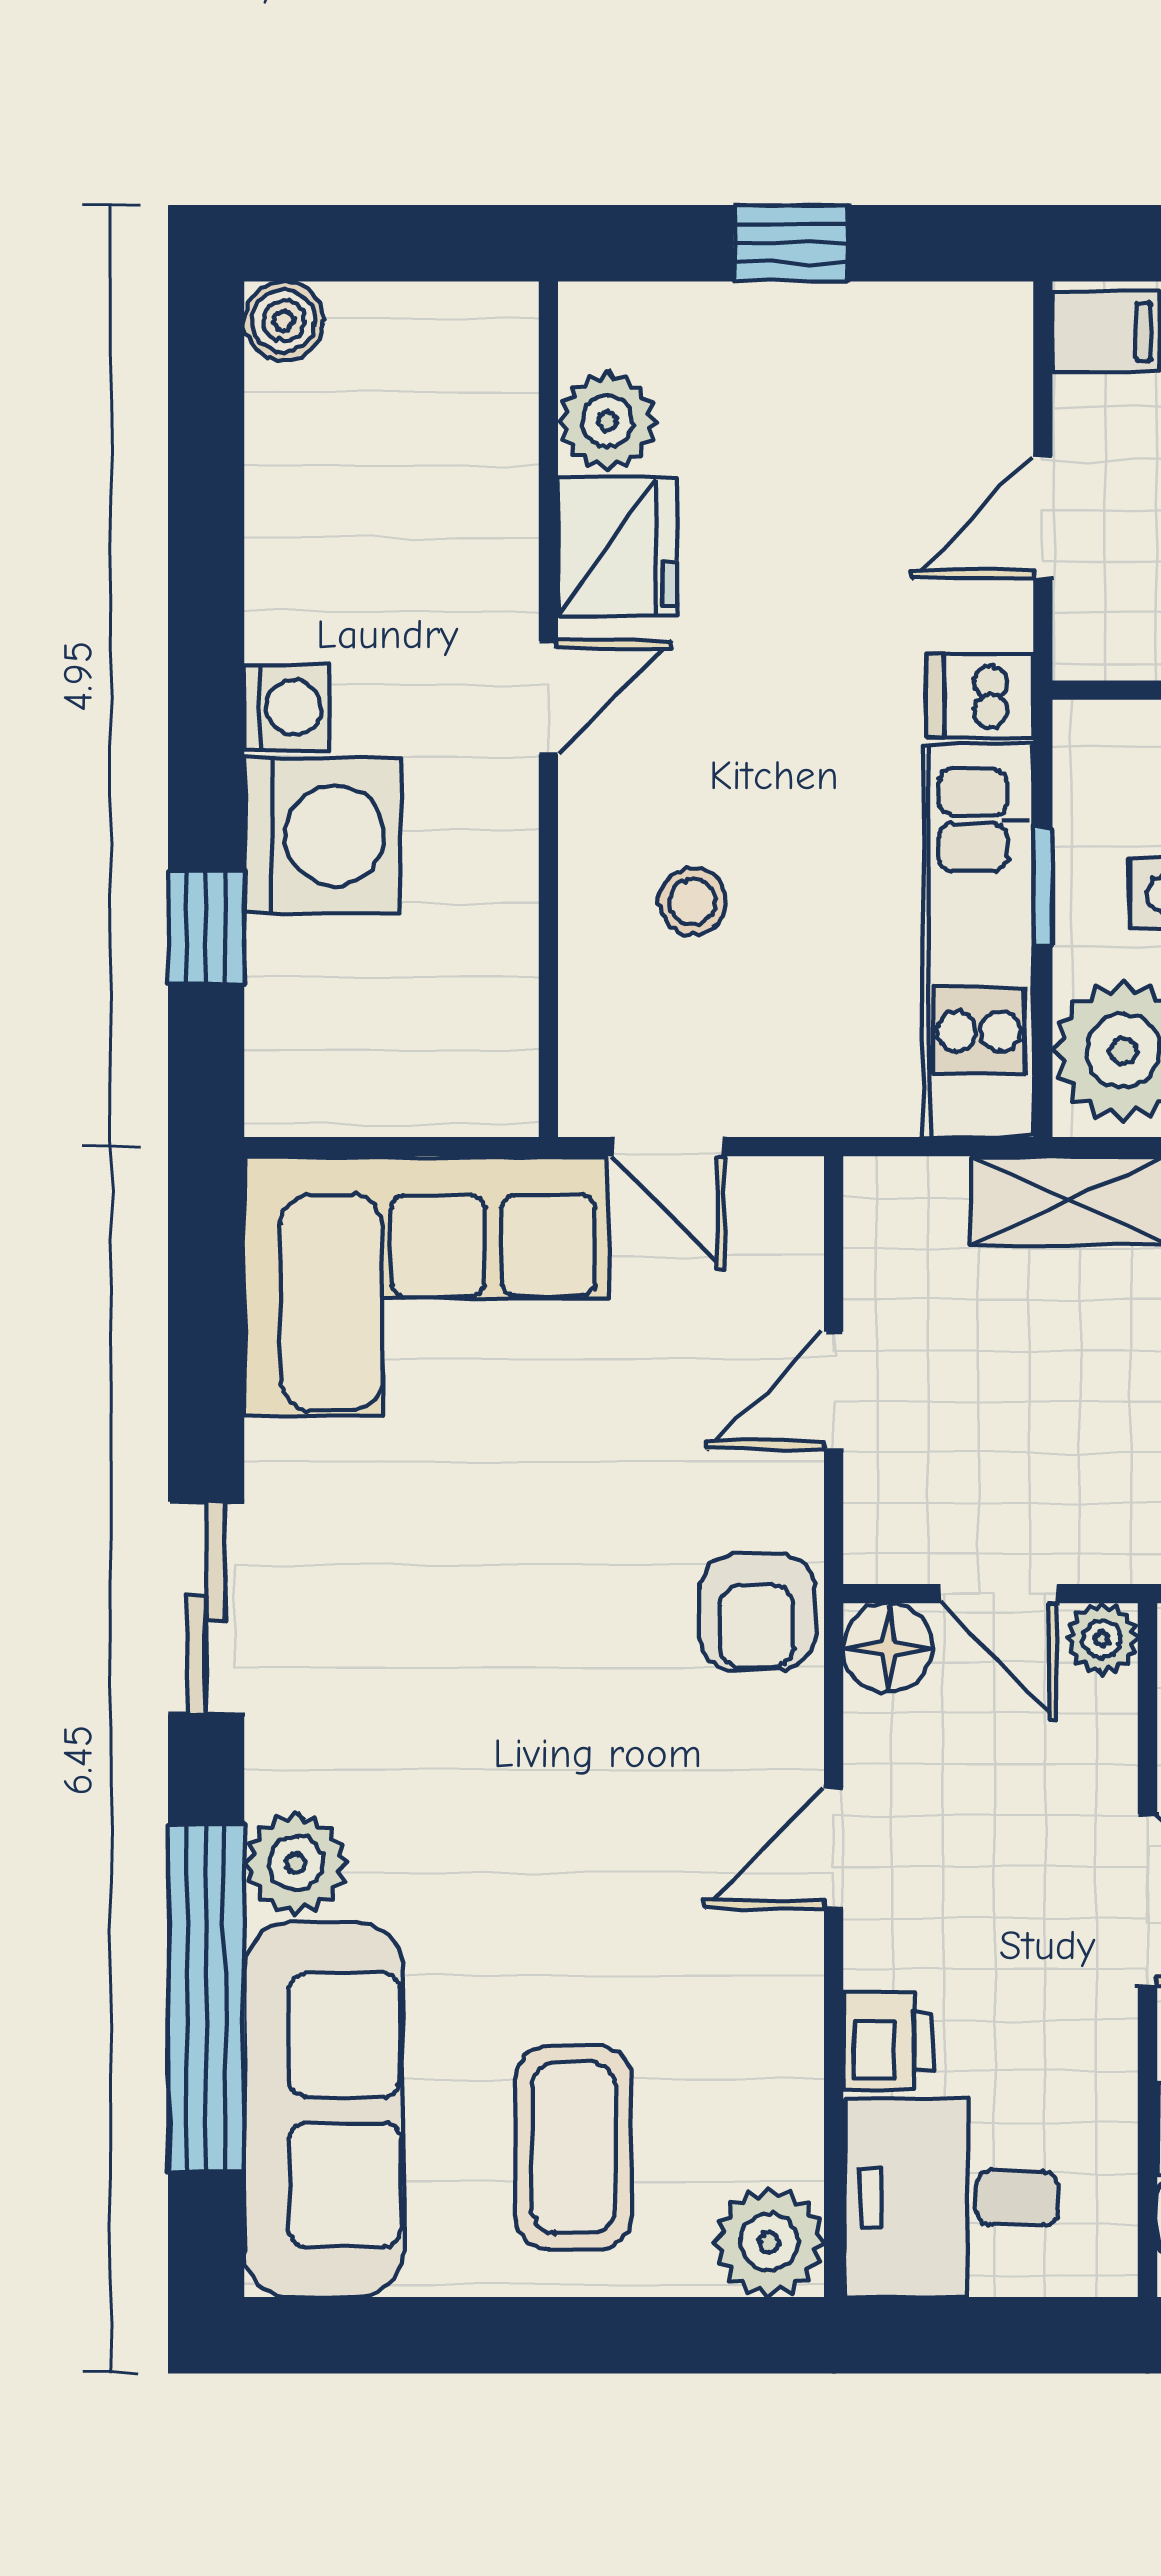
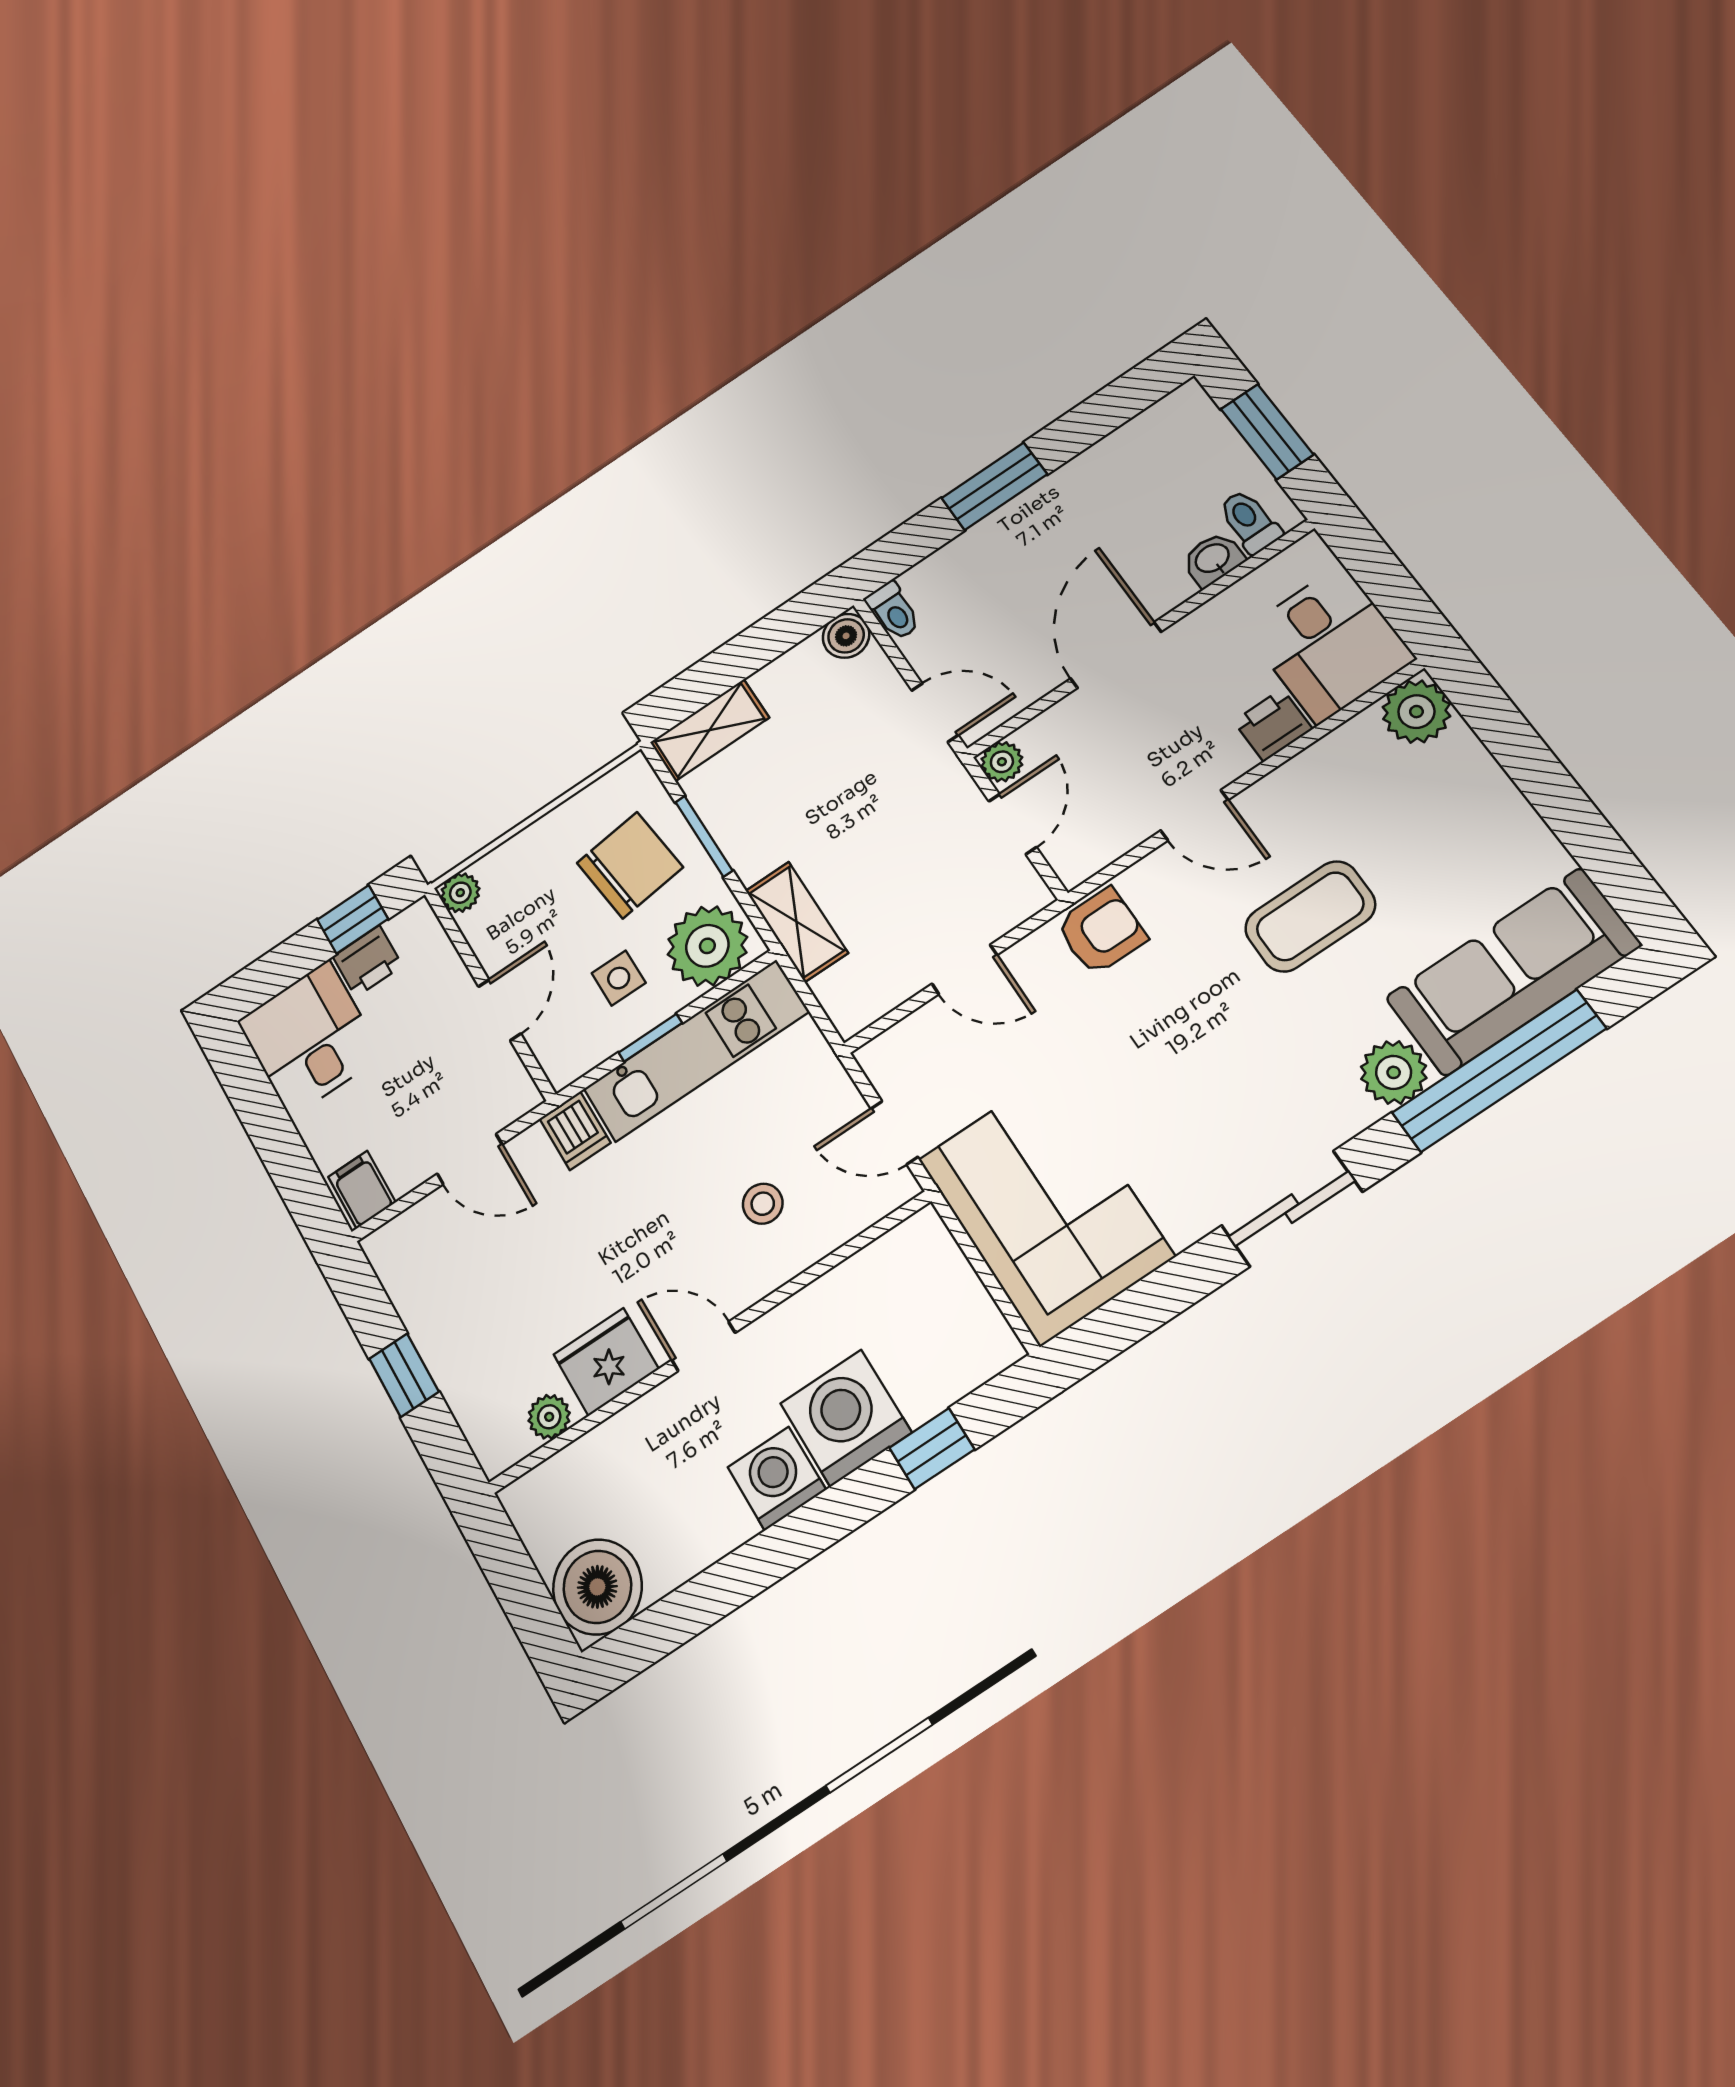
boiler: (284, 321) -> (597, 1587), width x1.86, depth x1.86
plant: (607, 421) -> (549, 1417), width x0.73, depth x0.73
washing machine: (287, 707) -> (777, 1478), width x1.38, depth x1.38
door: (668, 1147) -> (894, 1133), swing flipped
floor lamp: (888, 1648) -> (1076, 857), removed
coffee table: (574, 2148) -> (1310, 916), moved

